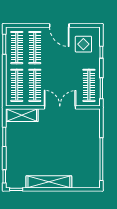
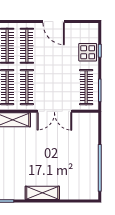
display table: (83, 44) -> (88, 52), moved
double door: (60, 107) -> (54, 111), swing flipped
shelving: (49, 182) -> (42, 193), width x0.68

